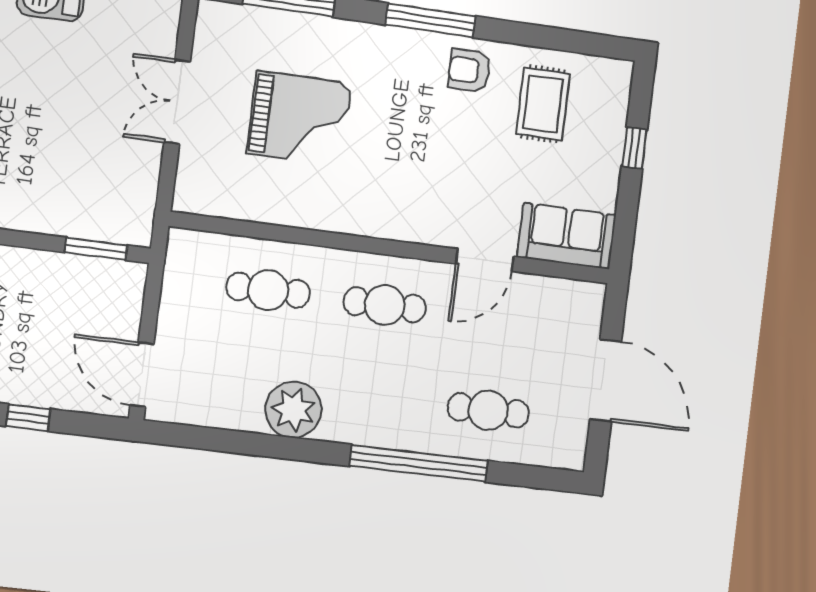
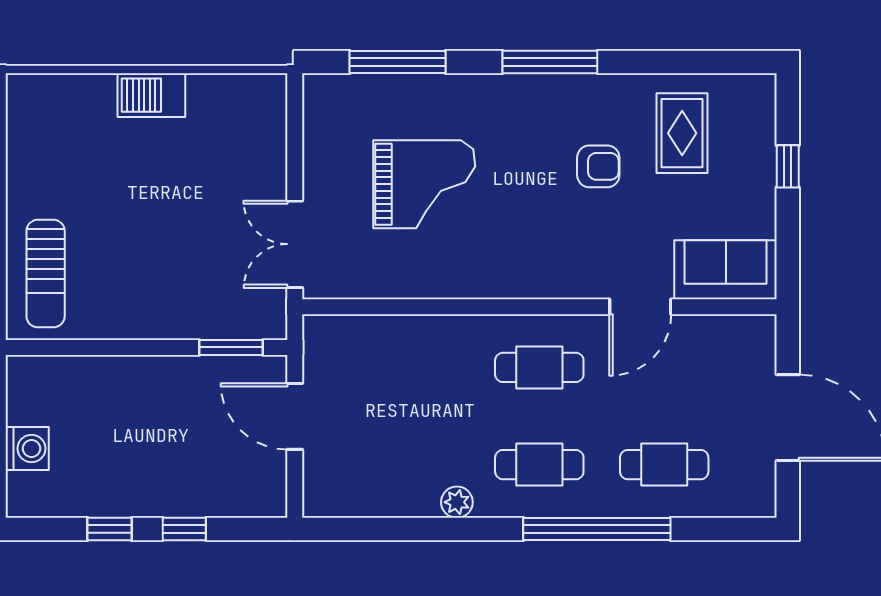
armchair: (469, 70) -> (598, 166), moved, turned 180
double door: (177, 102) -> (295, 244), moved
cafe table: (268, 290) -> (539, 465), moved
door: (142, 375) -> (295, 416), moved
plant: (293, 410) -> (457, 502), width x0.53, depth x0.53

